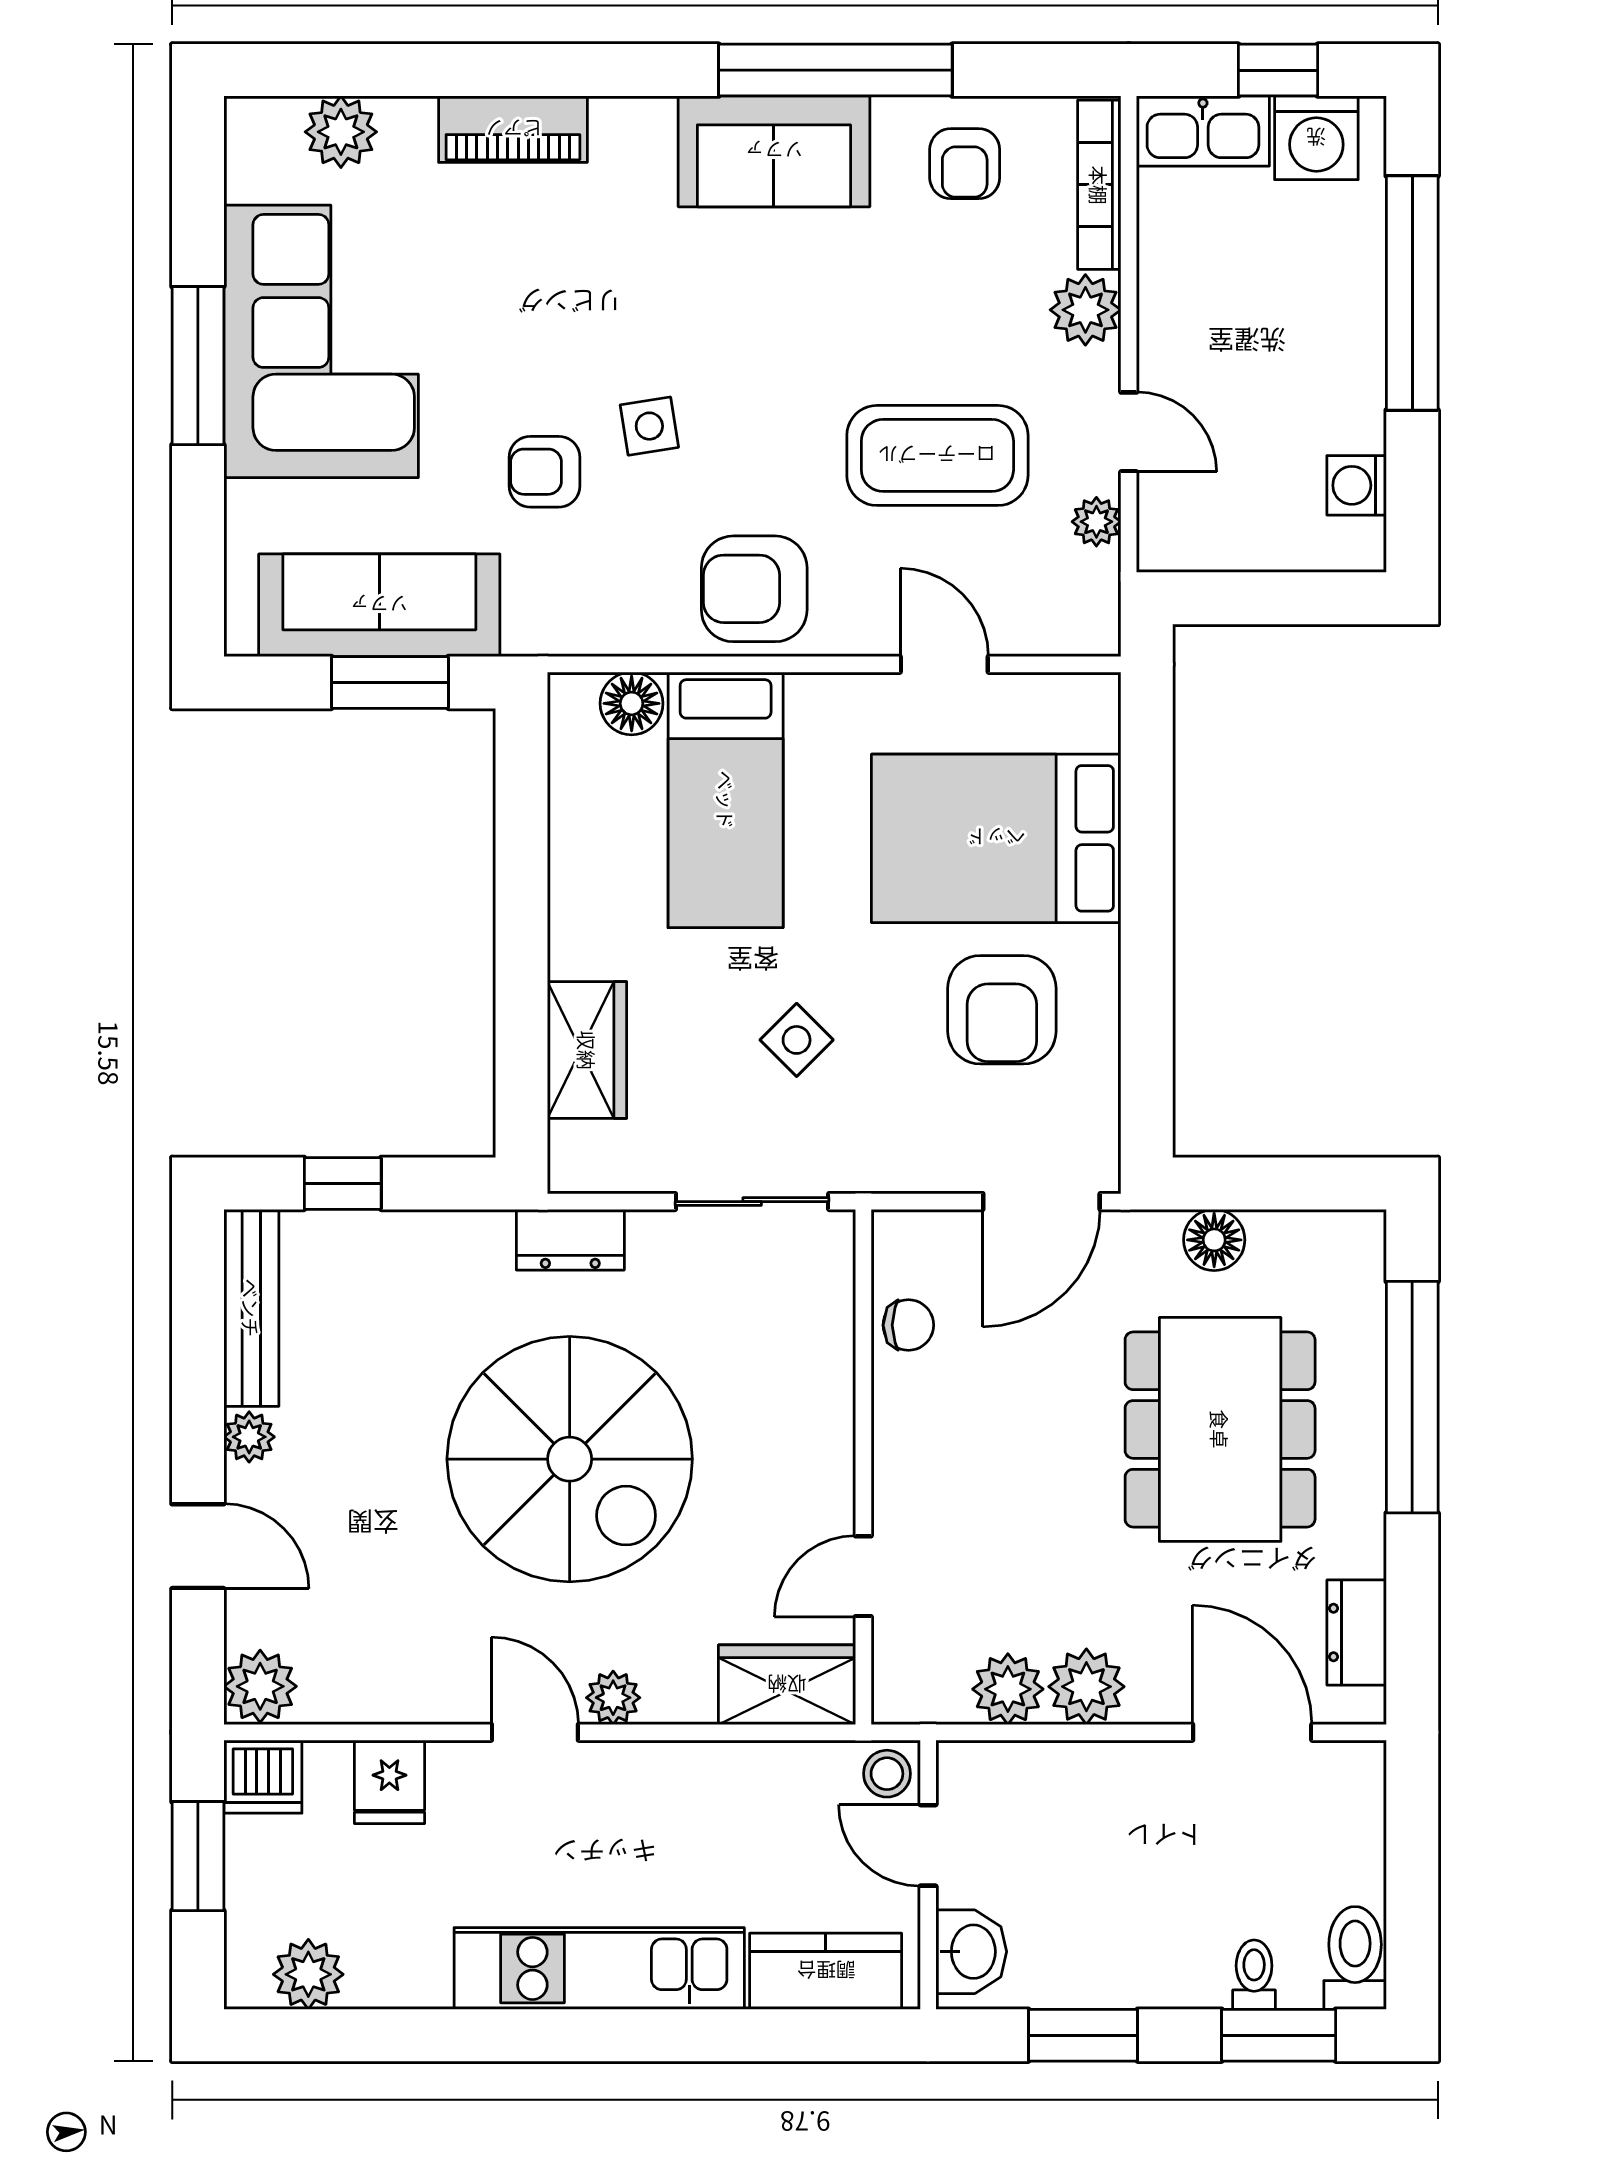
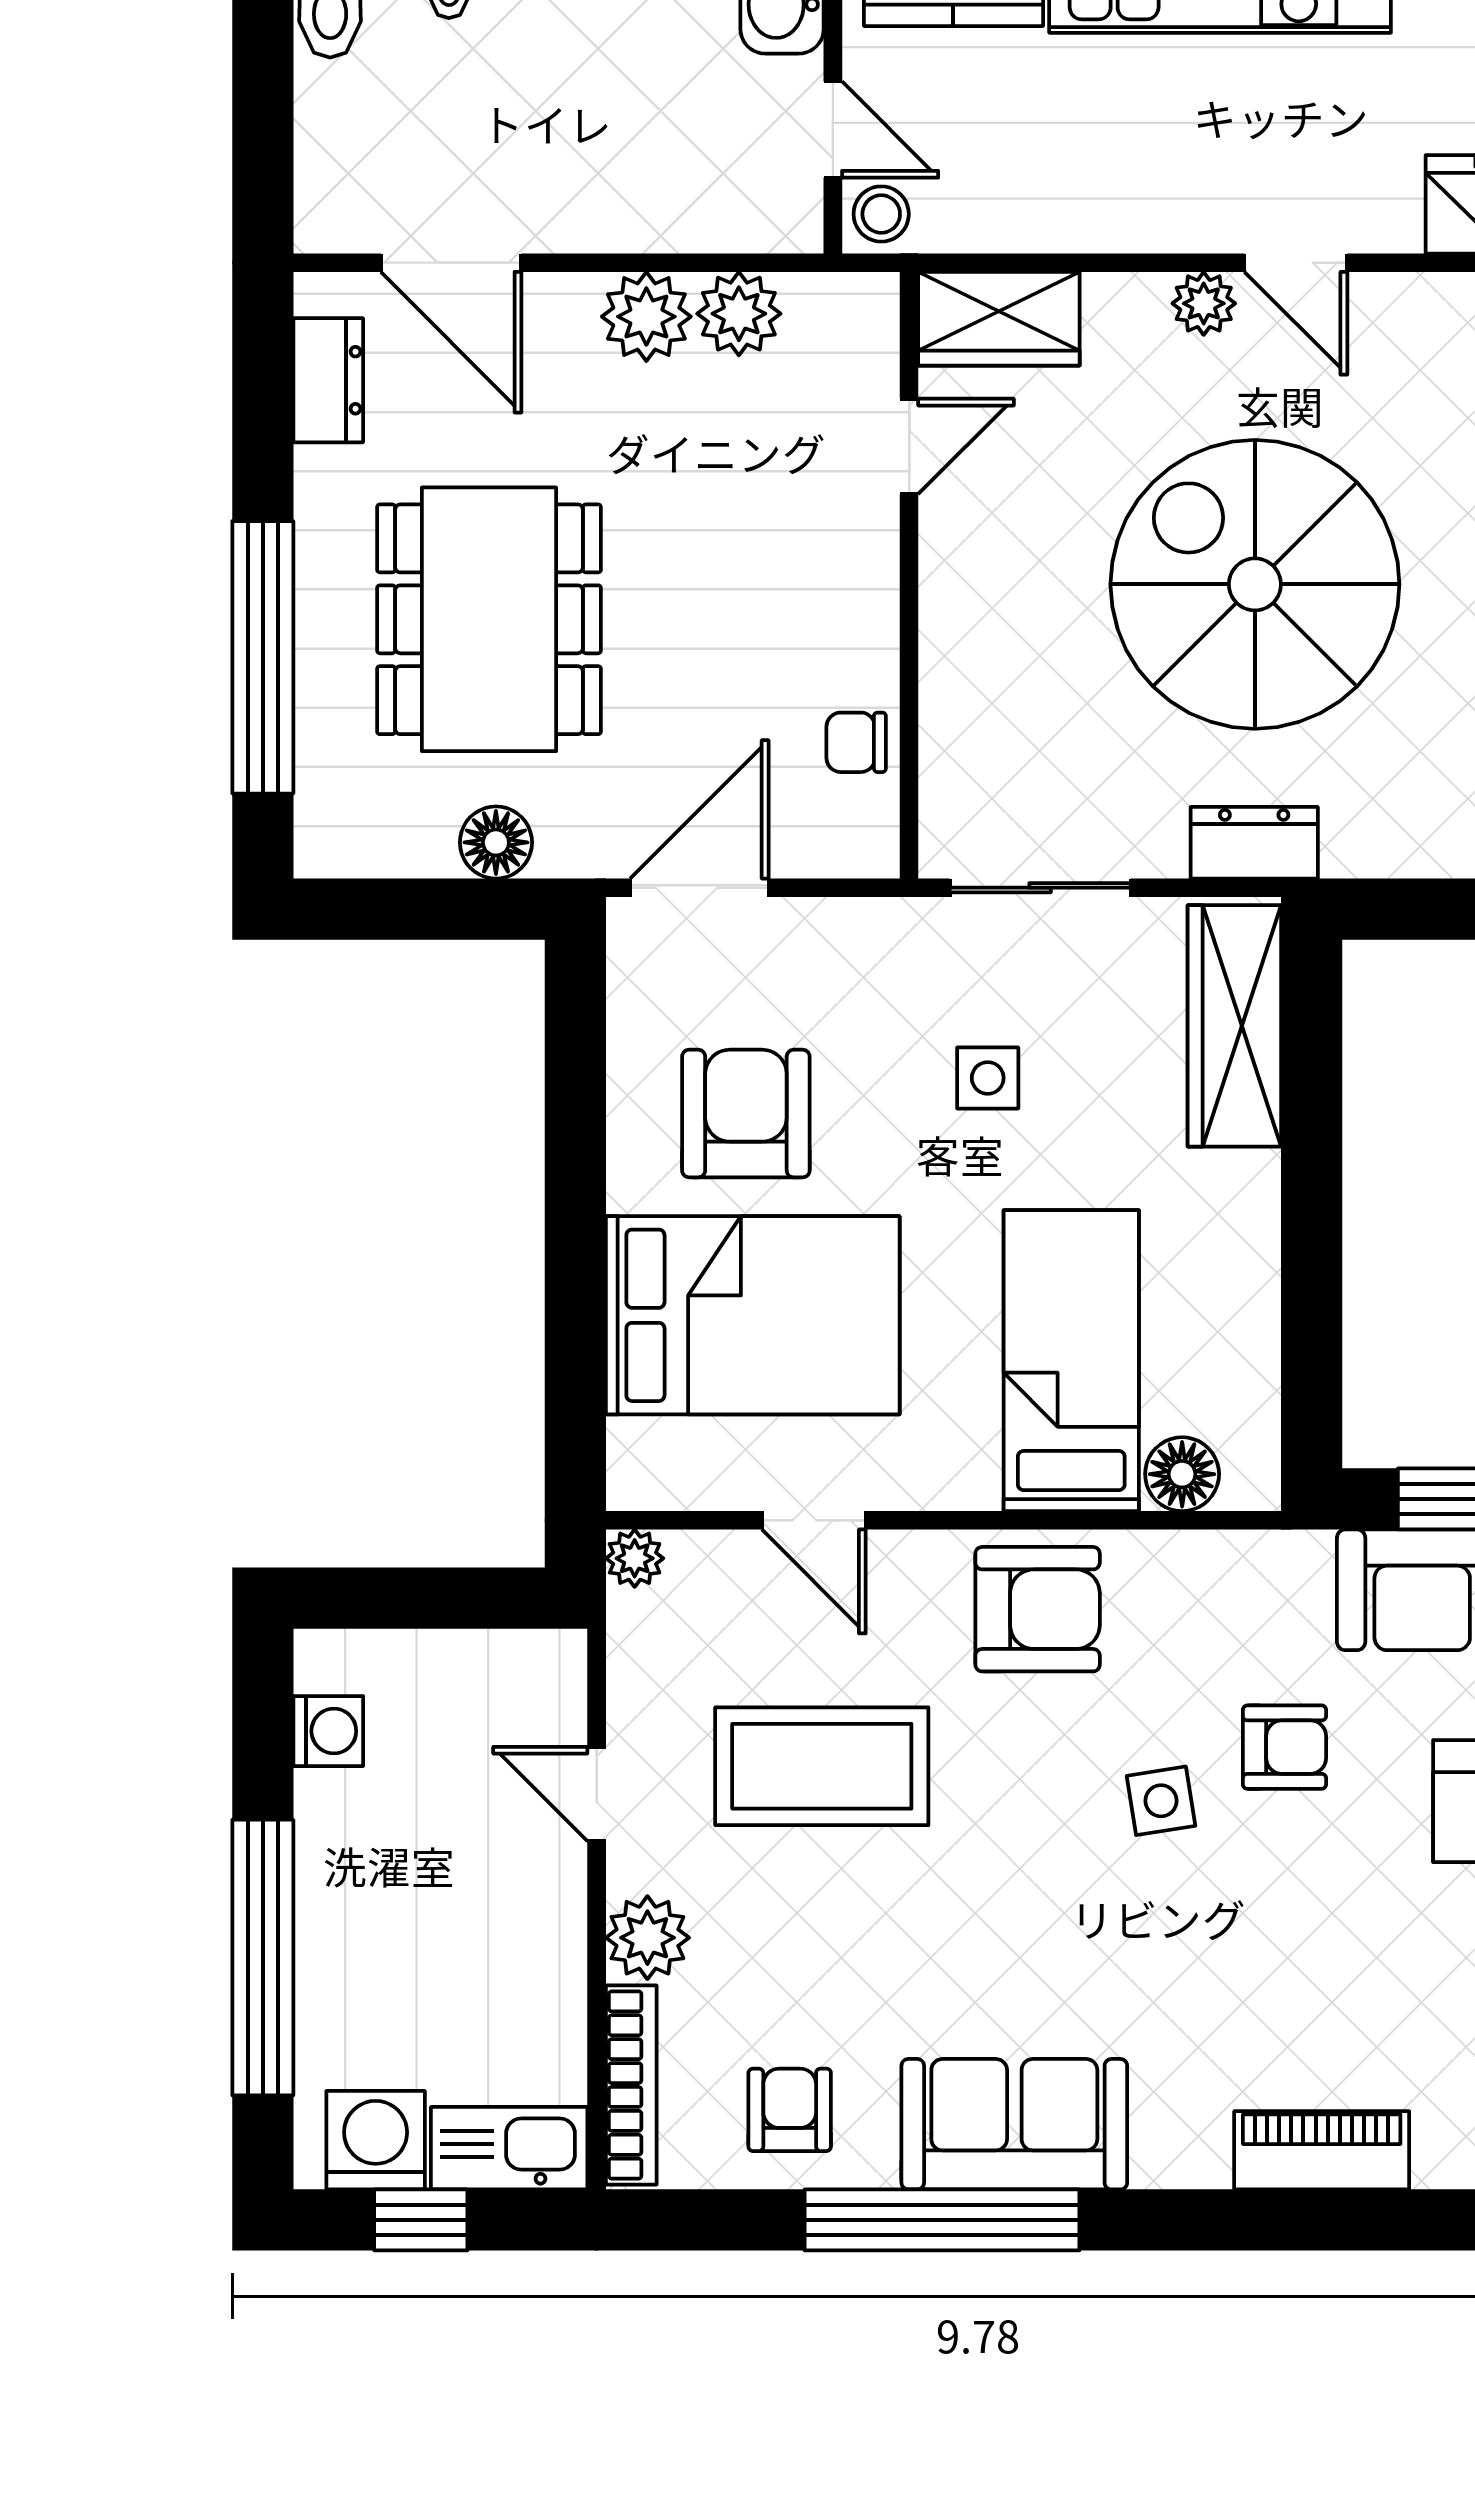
plant: (1096, 522) -> (635, 1558), moved
side table: (797, 1040) -> (988, 1078), turned 45
wardrobe: (587, 1050) -> (1234, 1026), width x1.50

